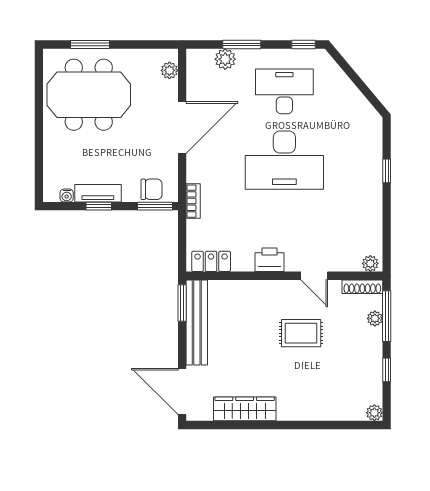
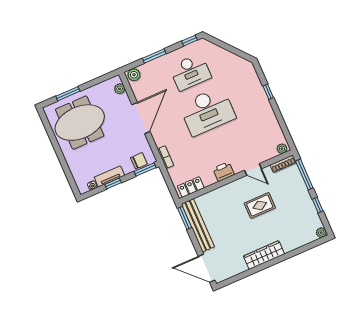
plant: (225, 59) -> (134, 75), moved
desk: (284, 91) -> (190, 72), turned 180
plant: (375, 318) -> (298, 179), removed
wardrobe: (245, 409) -> (264, 255), moved

